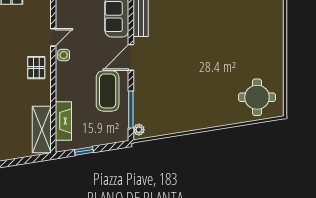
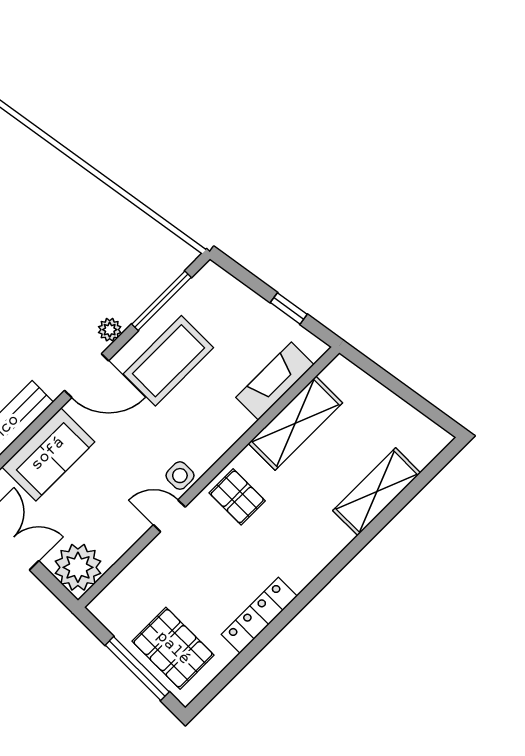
pallet: (36, 68) -> (237, 497), turned 90
shelving: (42, 129) -> (295, 423), moved
plant: (139, 130) -> (110, 330), moved

